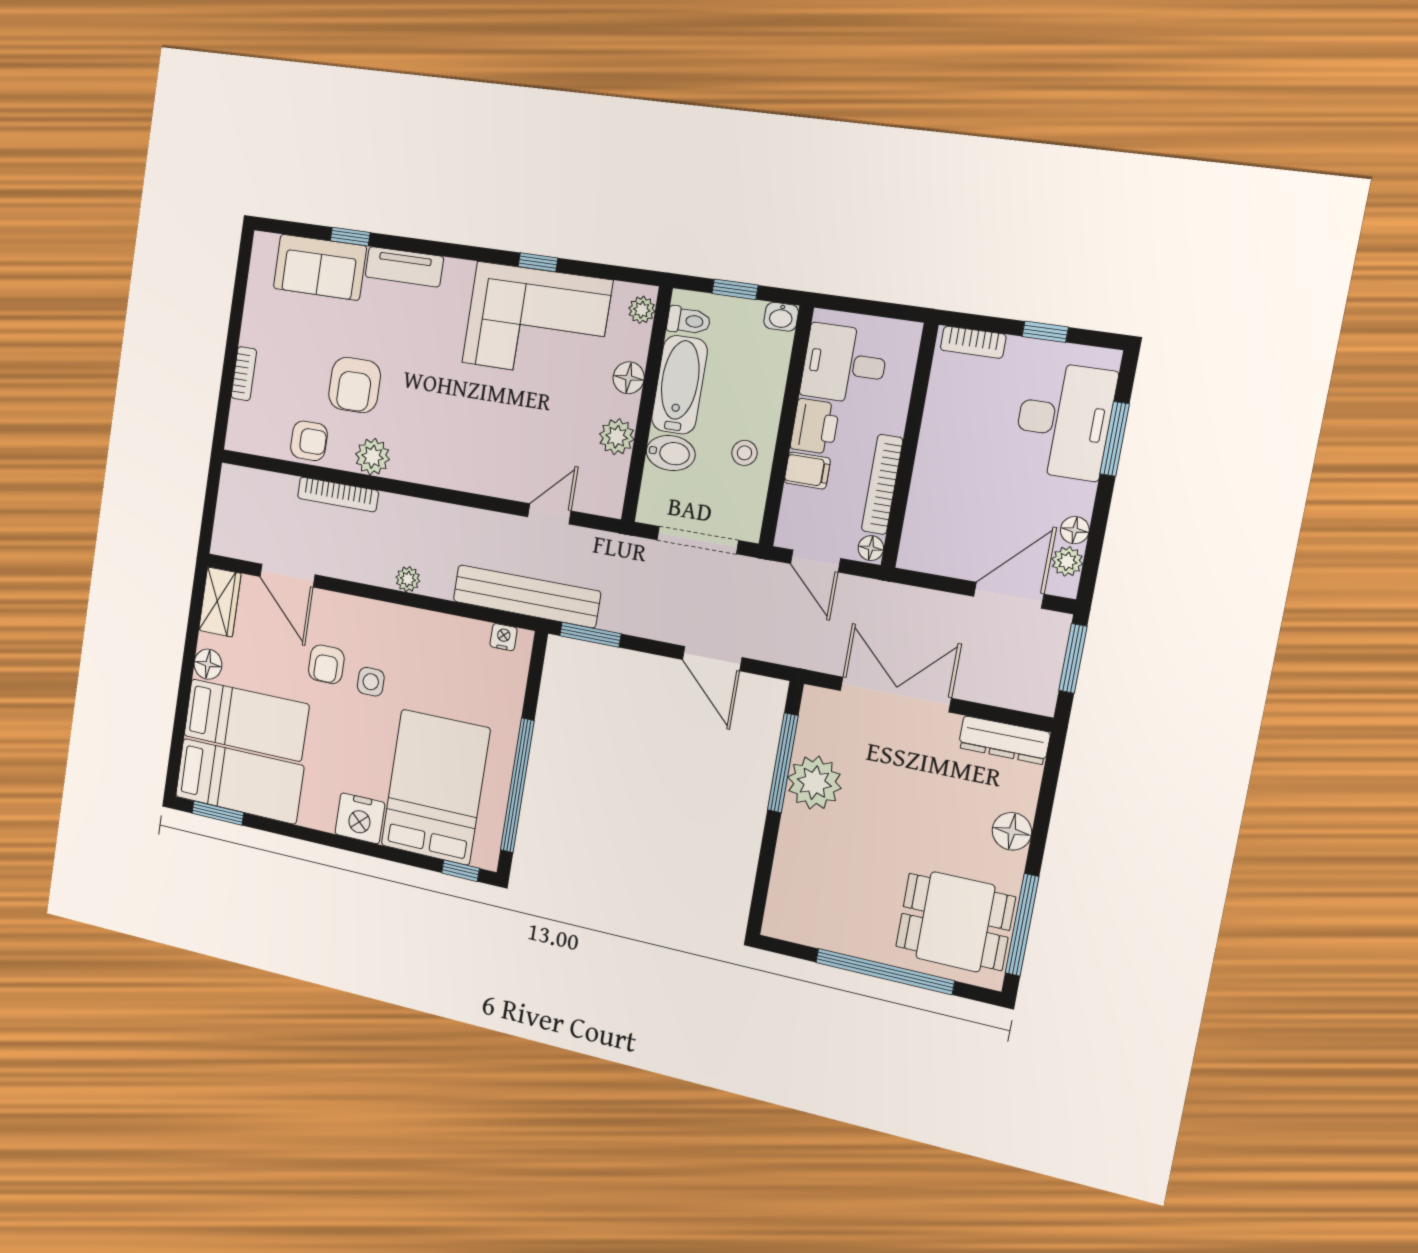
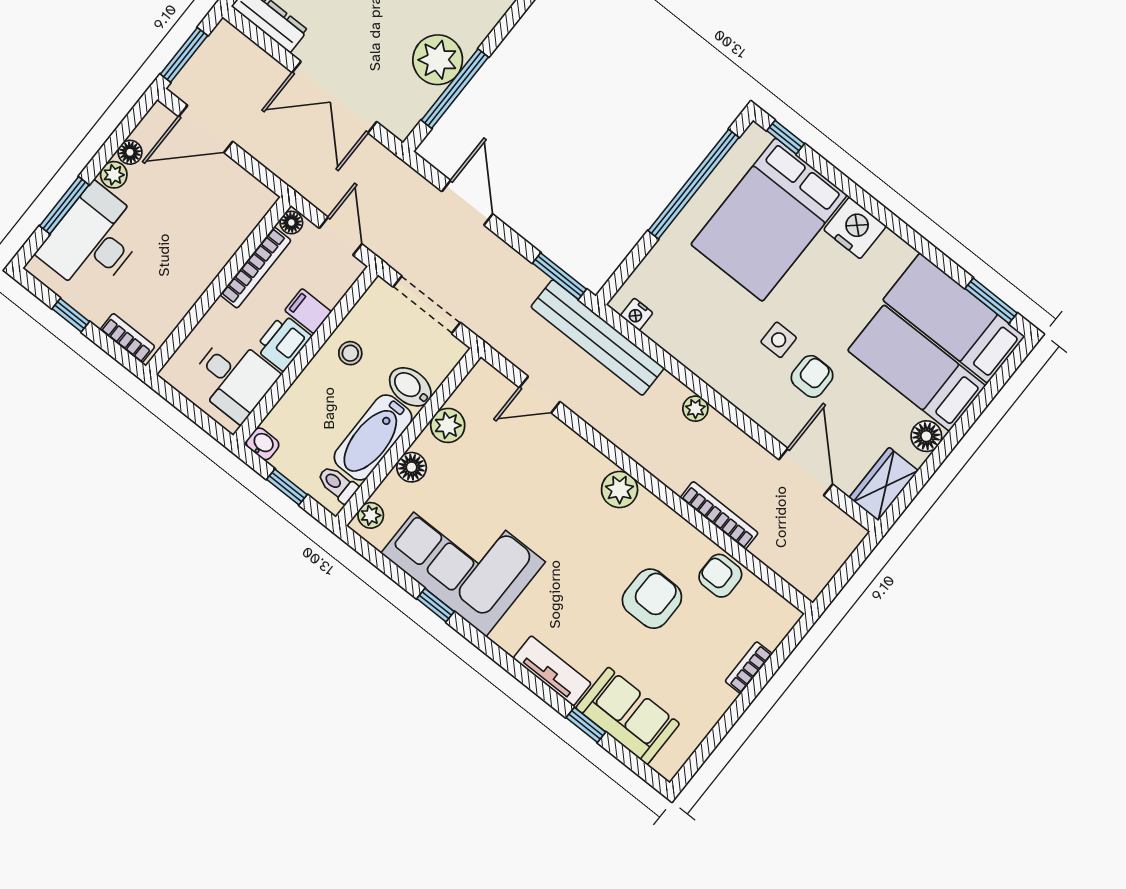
plant: (373, 457) -> (620, 489), moved
plant: (1067, 561) -> (114, 175), moved

